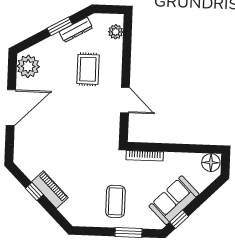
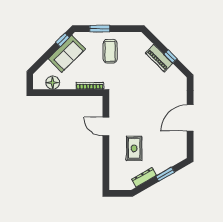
window: (60, 26) -> (165, 174), moved
plant: (116, 32) -> (115, 177), removed
plant: (28, 66) -> (178, 149), removed
floor lamp: (211, 163) -> (53, 83), moved

